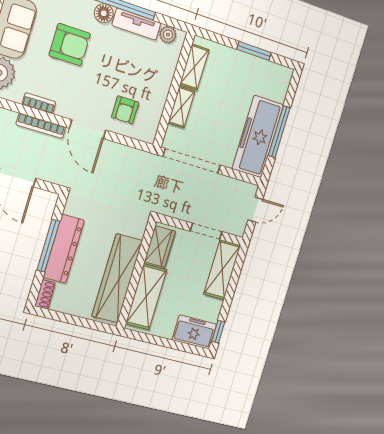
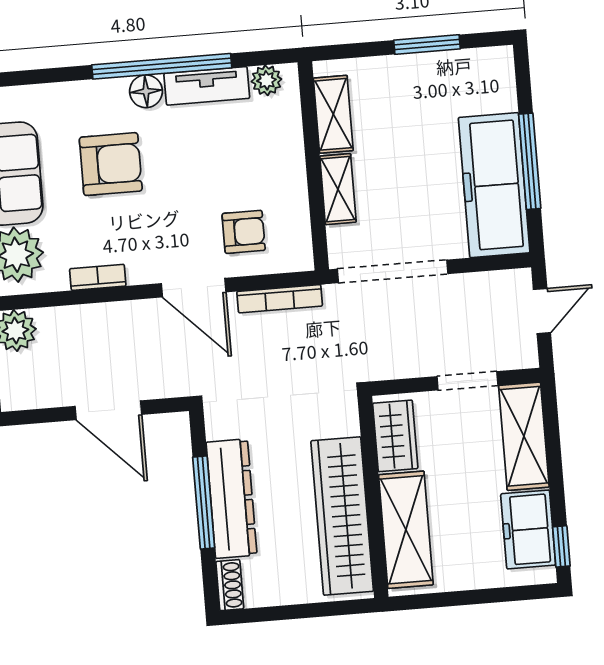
armchair: (125, 110) -> (244, 232), turned -90
bookcase: (41, 126) -> (280, 299), moved
freezer: (194, 332) -> (528, 529), moved, turned -90

